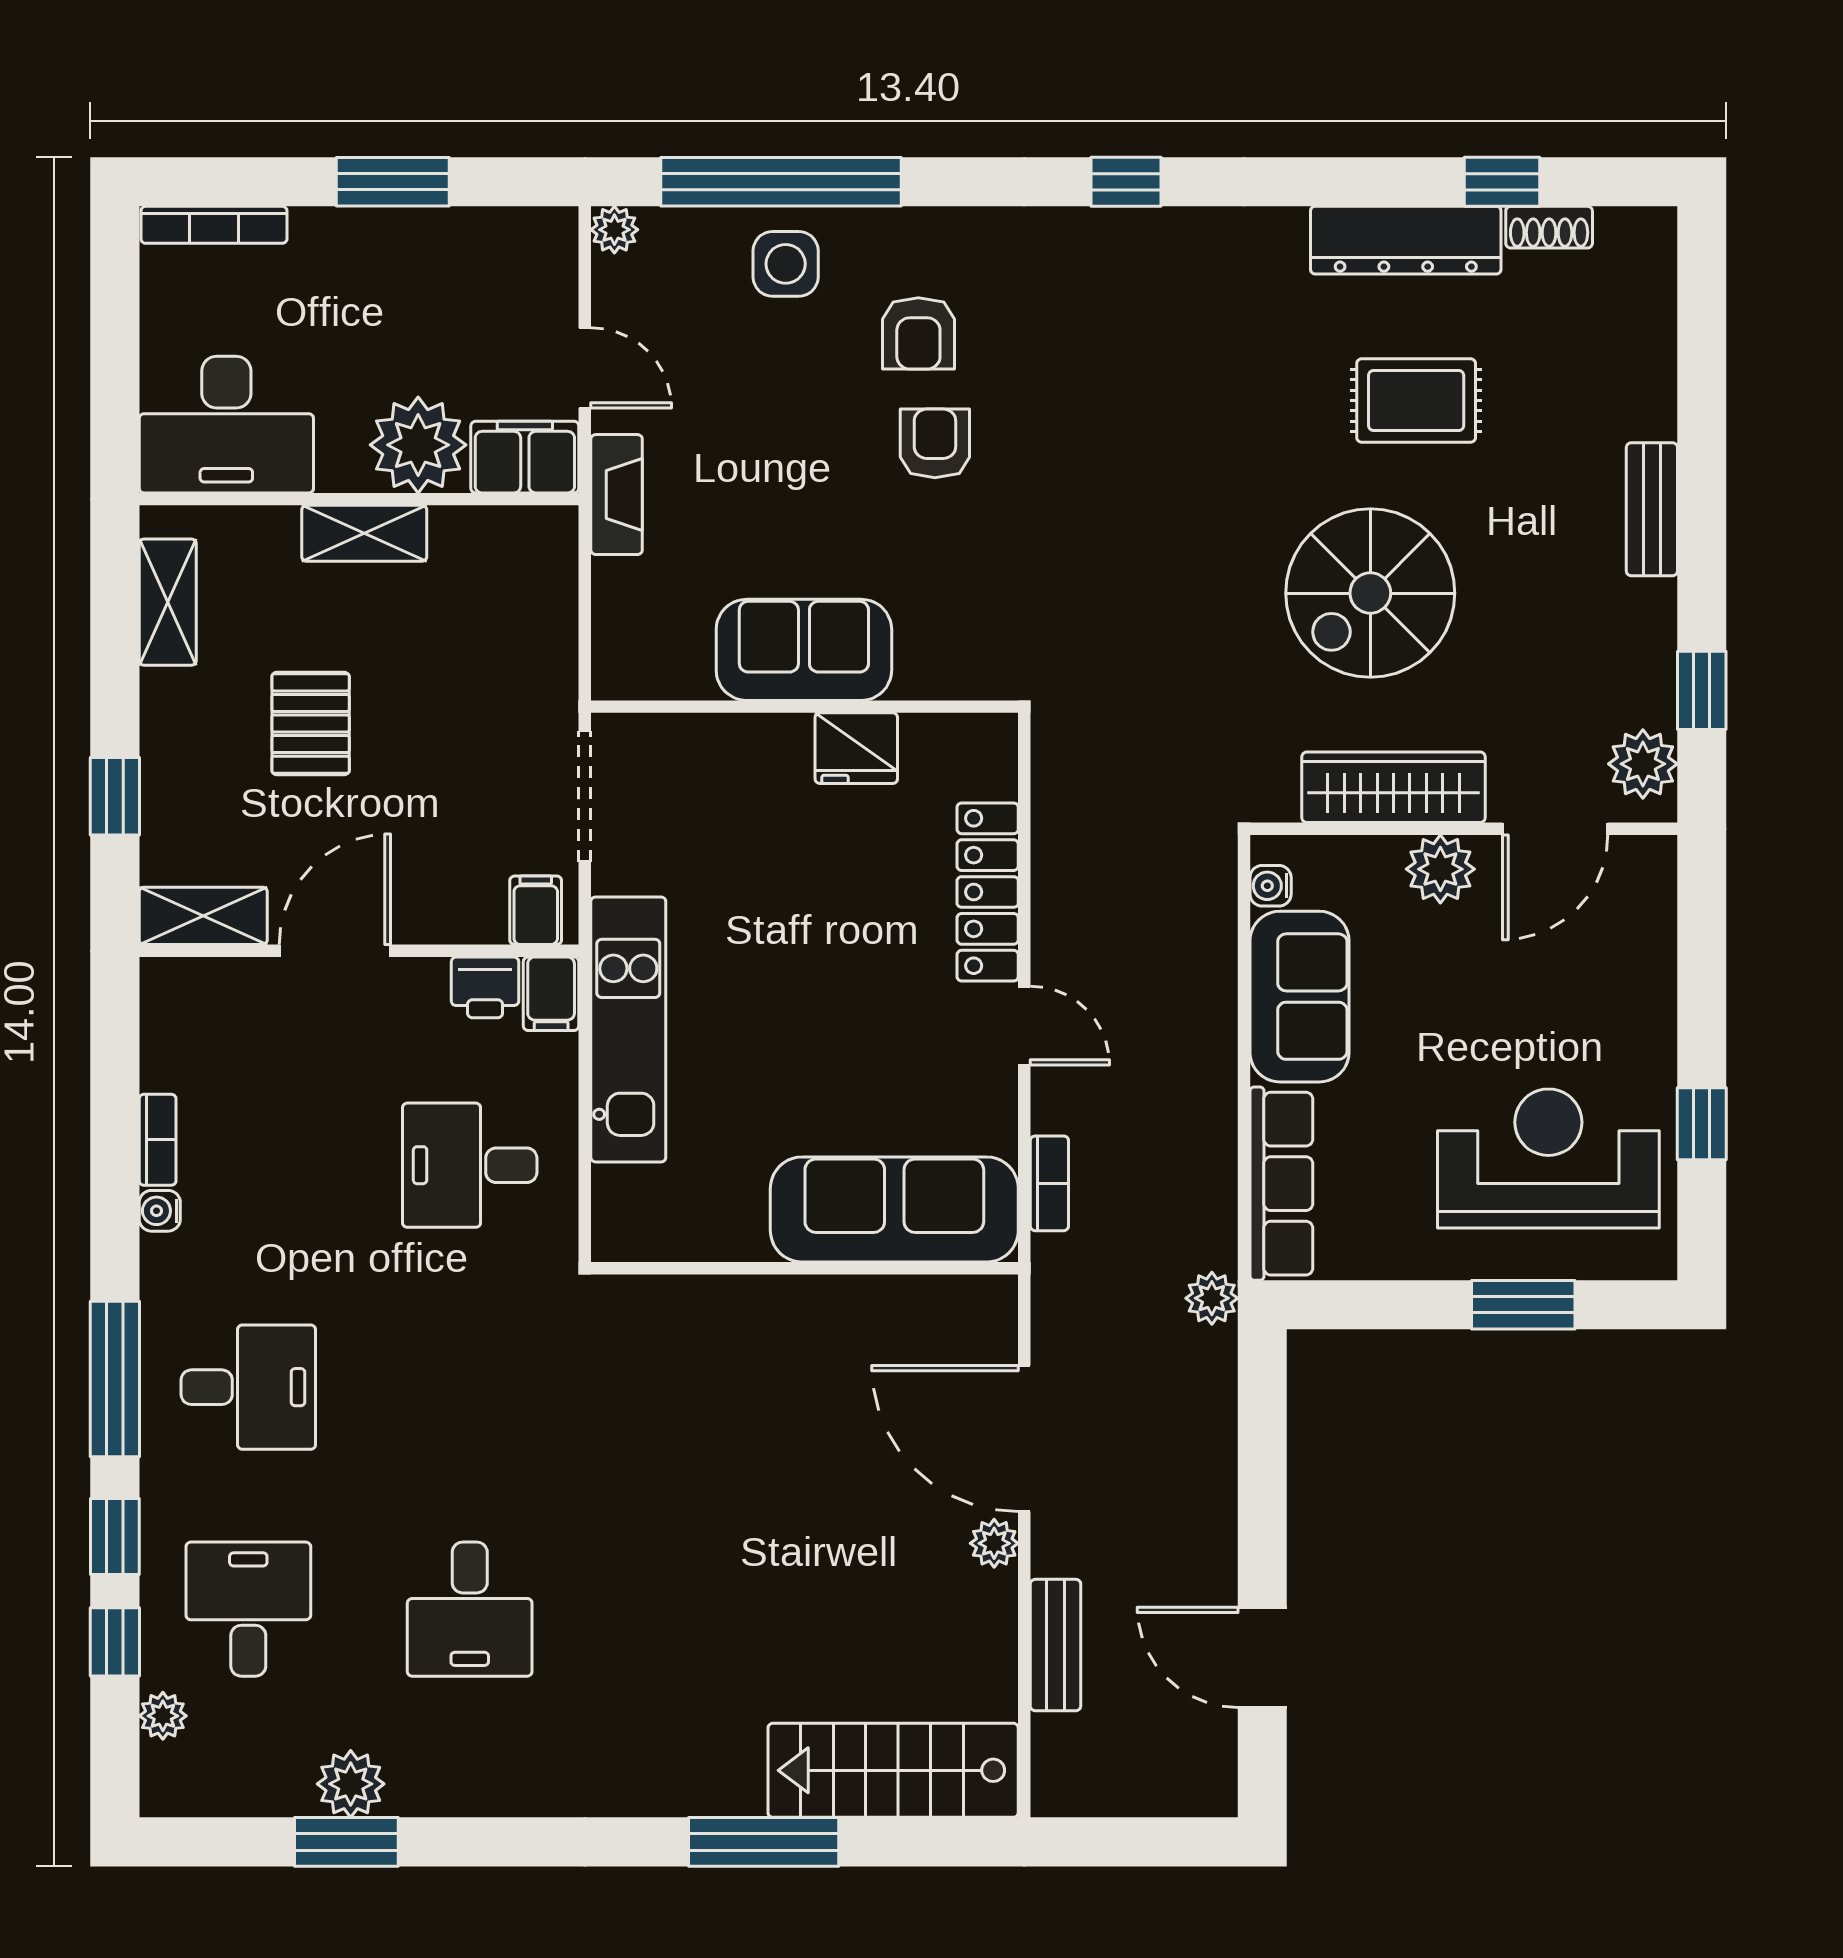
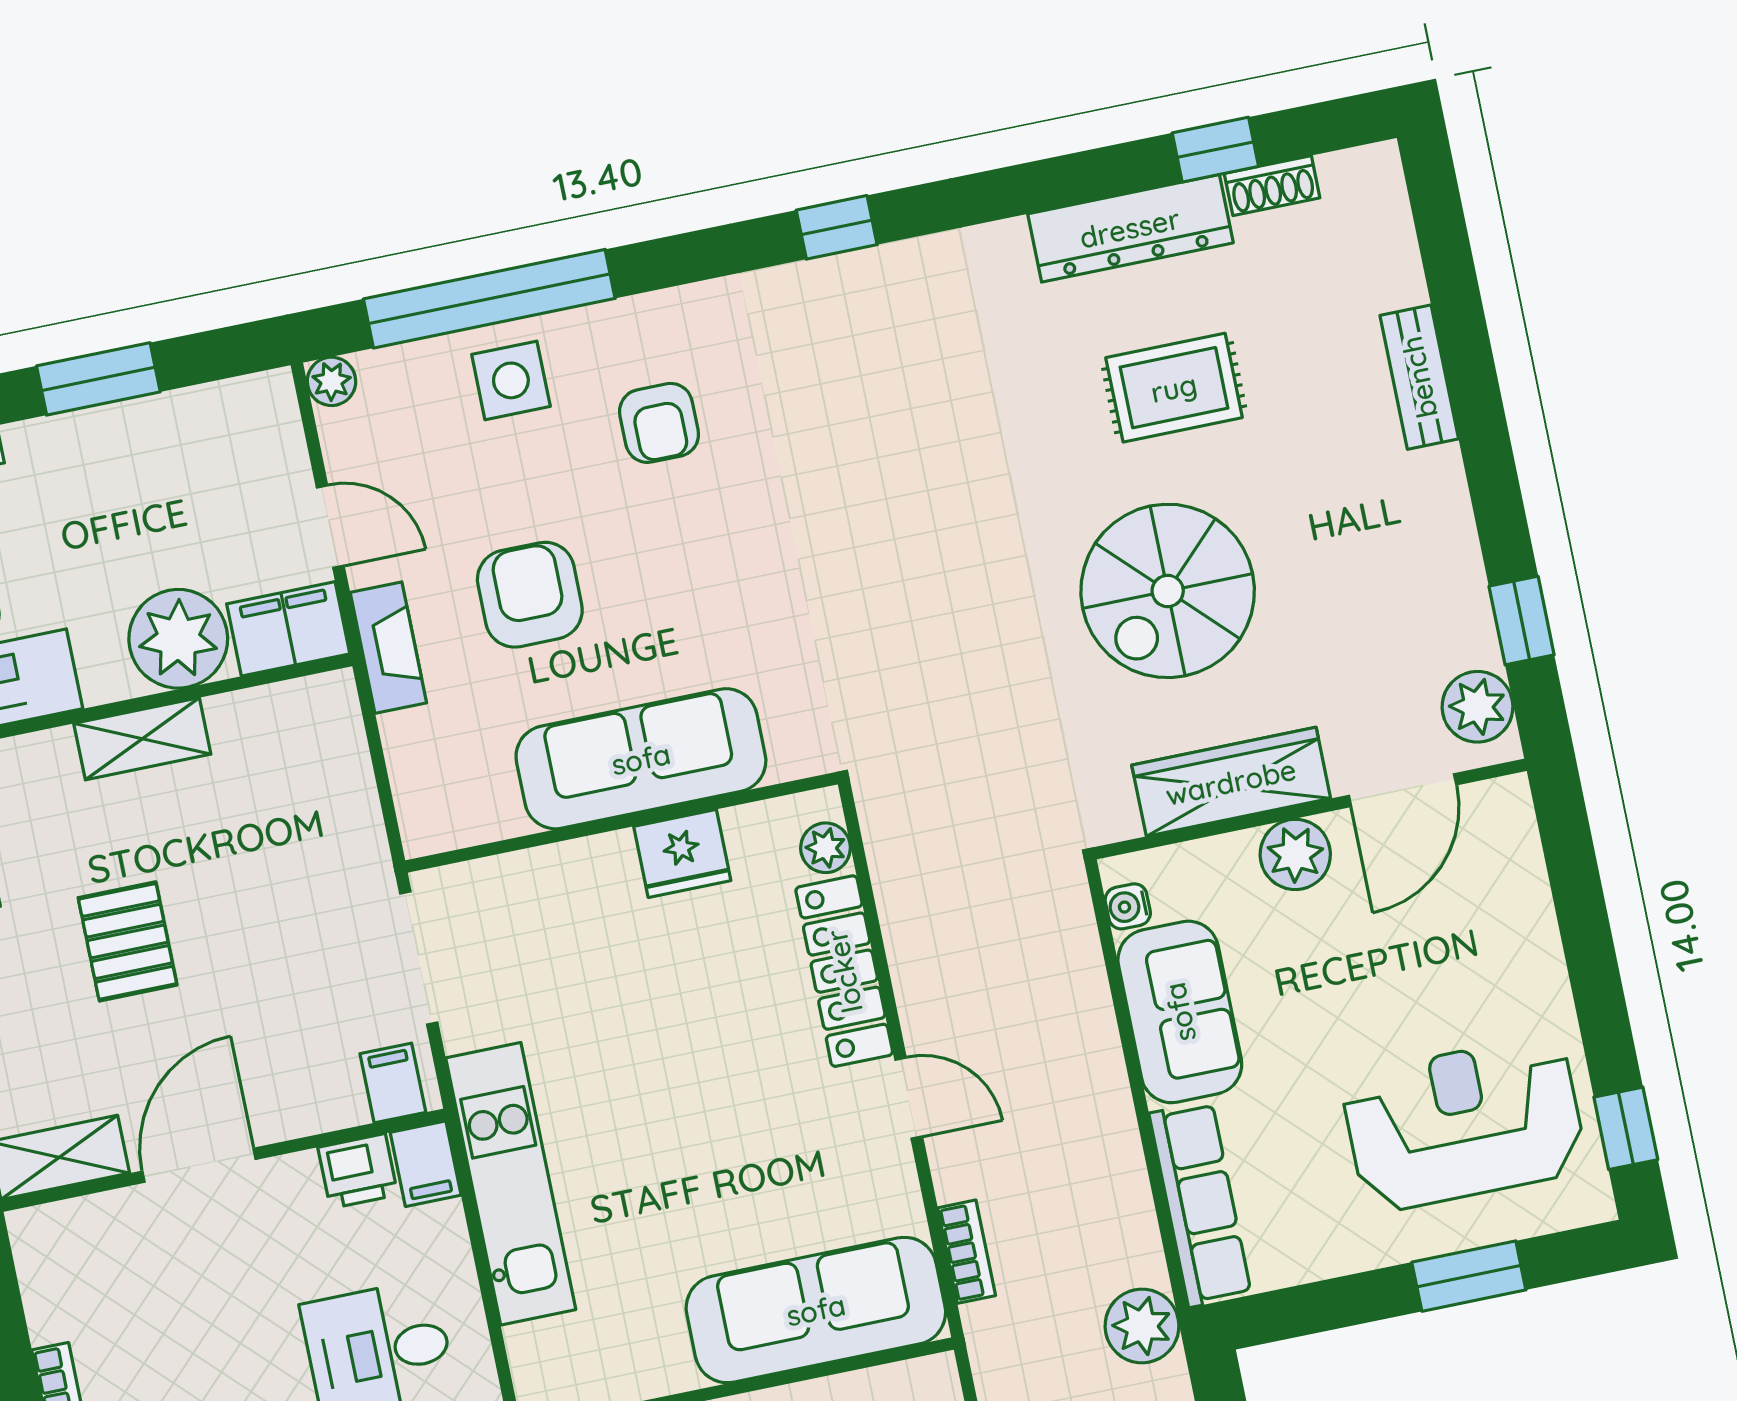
armchair: (935, 443) -> (530, 595), moved, width x1.38, depth x1.38
bench: (1652, 509) -> (1419, 377), moved
sofa: (804, 650) -> (641, 759), width x1.36
plant: (994, 771) -> (826, 848), added
window: (1702, 1124) -> (1626, 1128), moved
plant: (1212, 1298) -> (1142, 1326), width x1.38, depth x1.38

